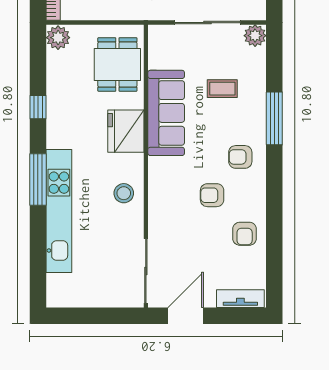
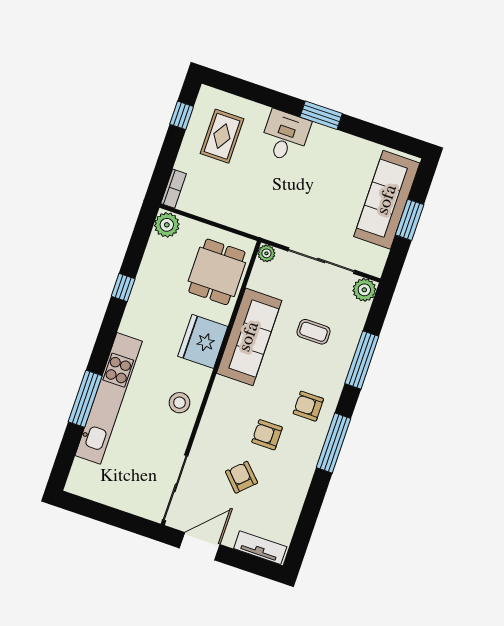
plant: (156, 33) -> (266, 253), added
window: (274, 118) -> (362, 360), moved
window: (38, 179) -> (85, 399), moved
window: (274, 182) -> (334, 443), added
armchair: (245, 234) -> (241, 477), moved, turned 136

